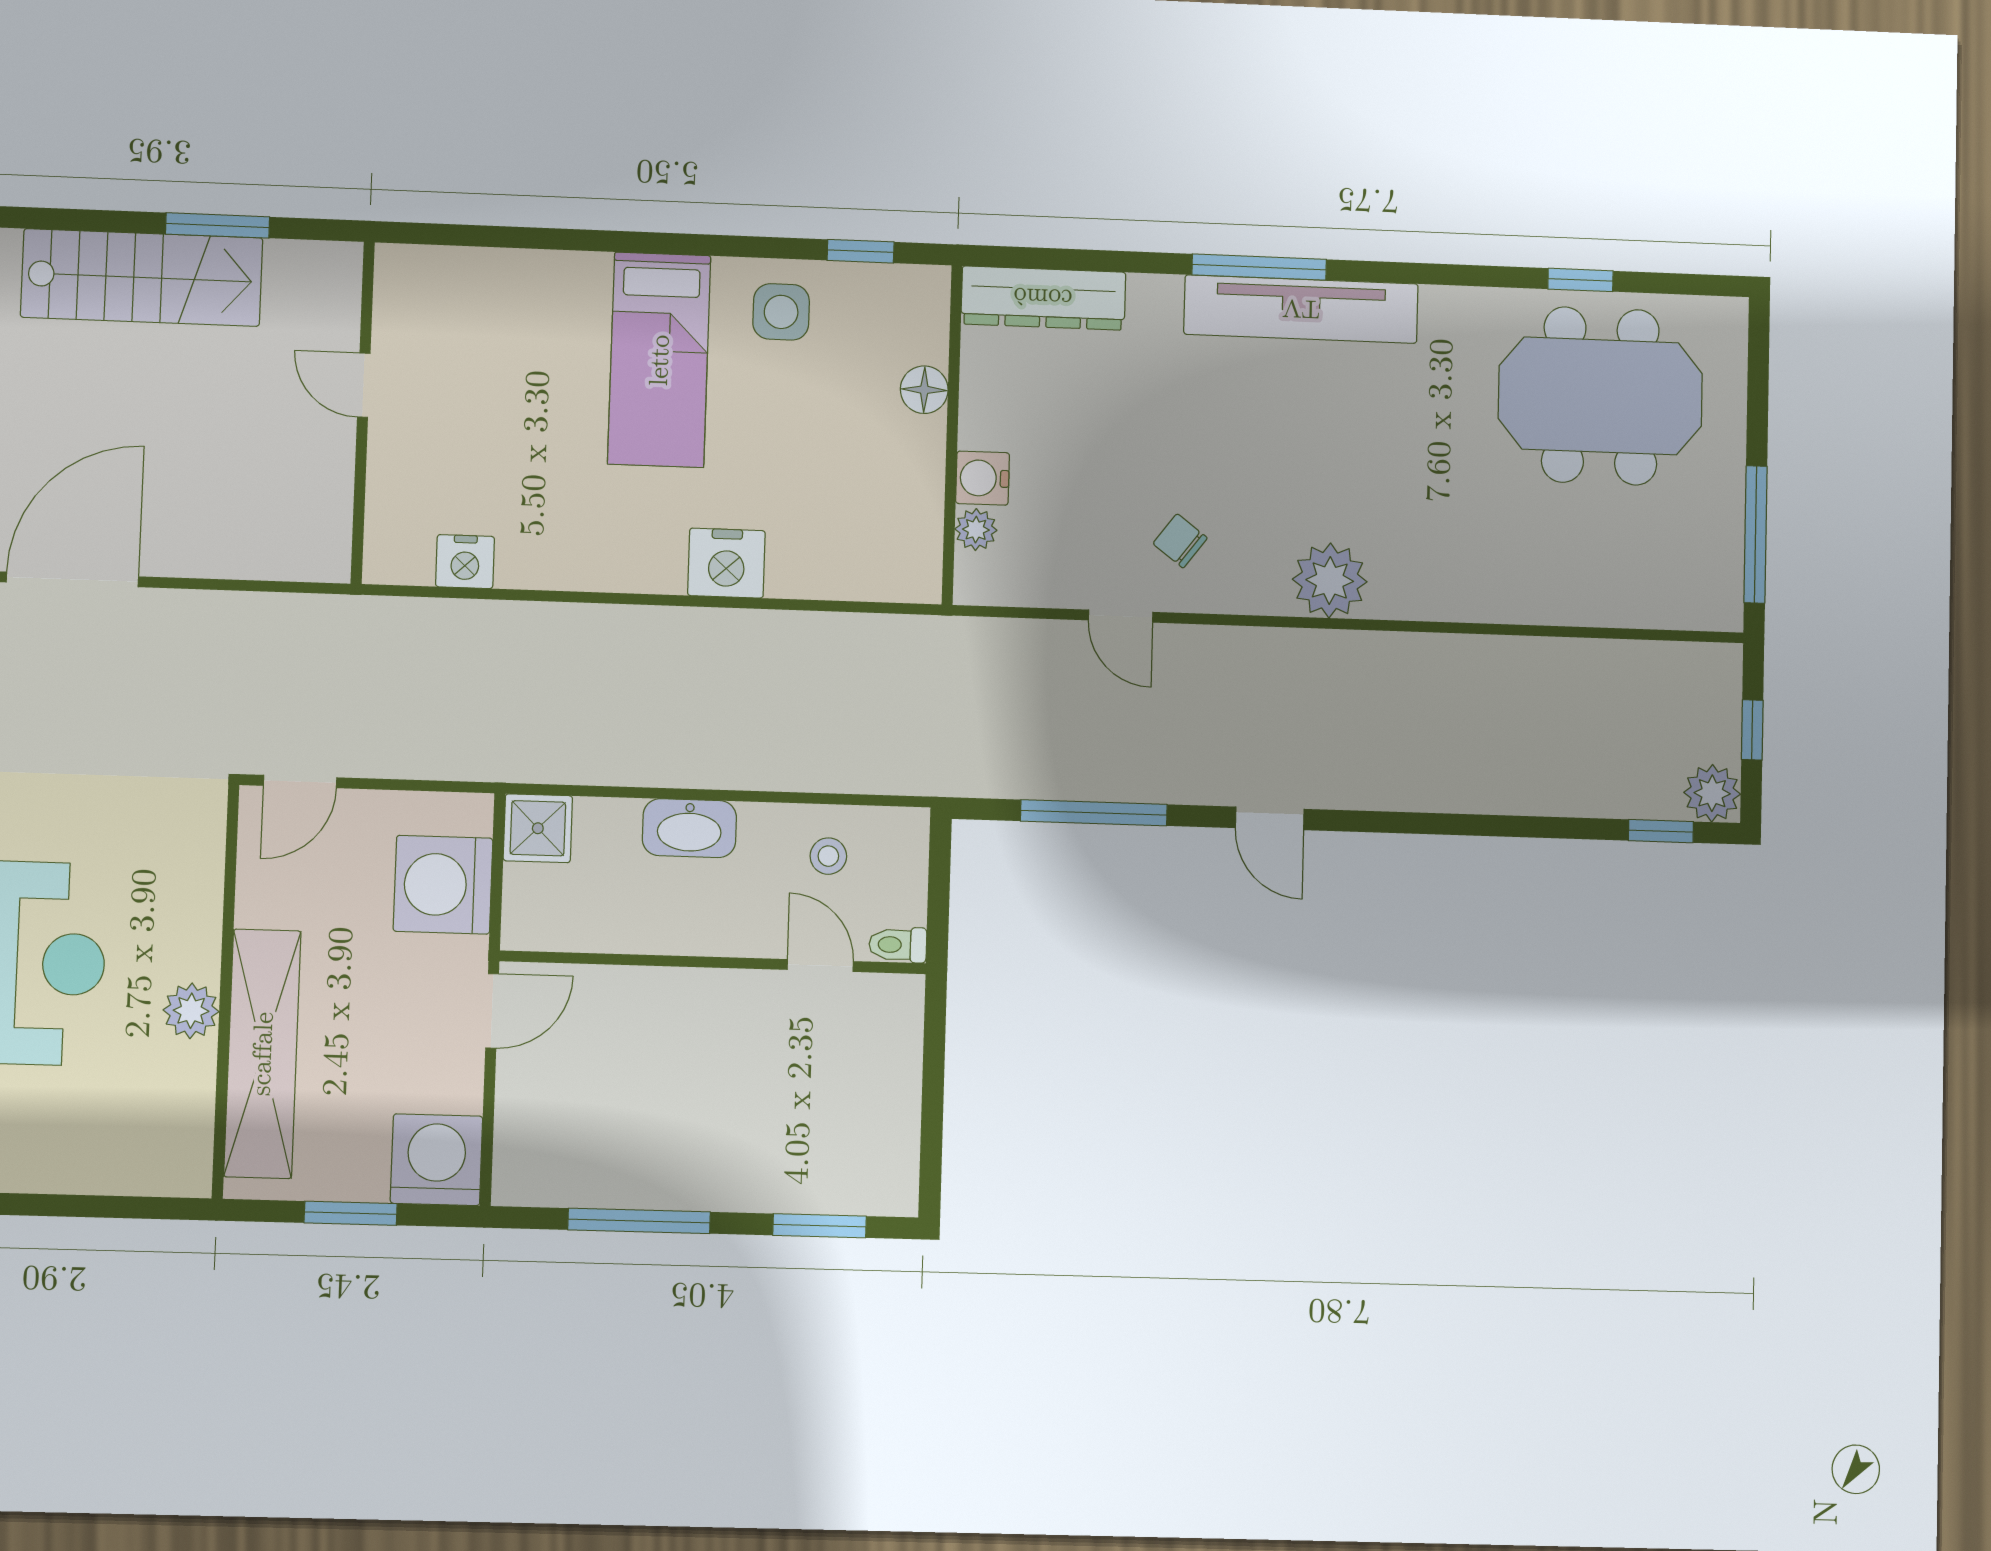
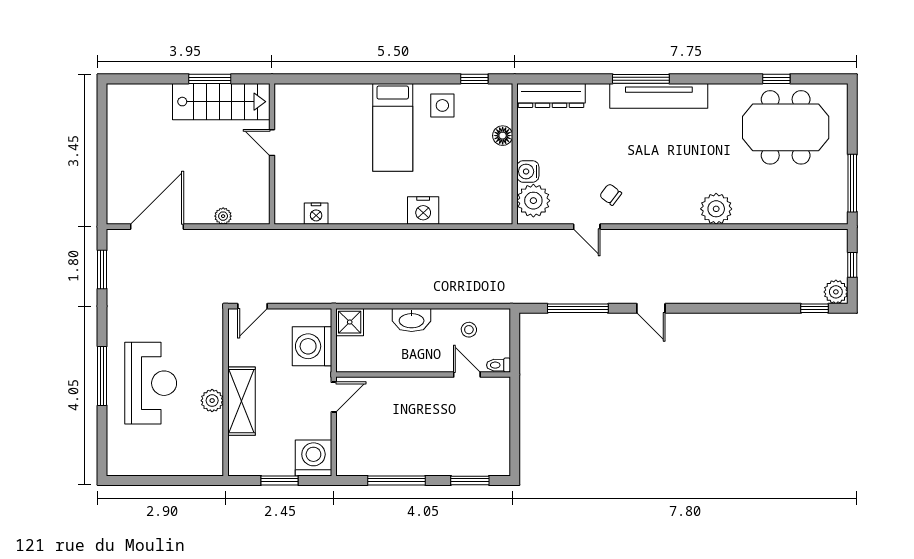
stairs: (142, 277) -> (221, 102), moved
plant: (976, 530) -> (533, 201), width x1.87, depth x1.87
plant: (237, 559) -> (223, 216), added
plant: (1330, 580) -> (716, 209), moved
shelving: (262, 1054) -> (242, 401), width x0.68

